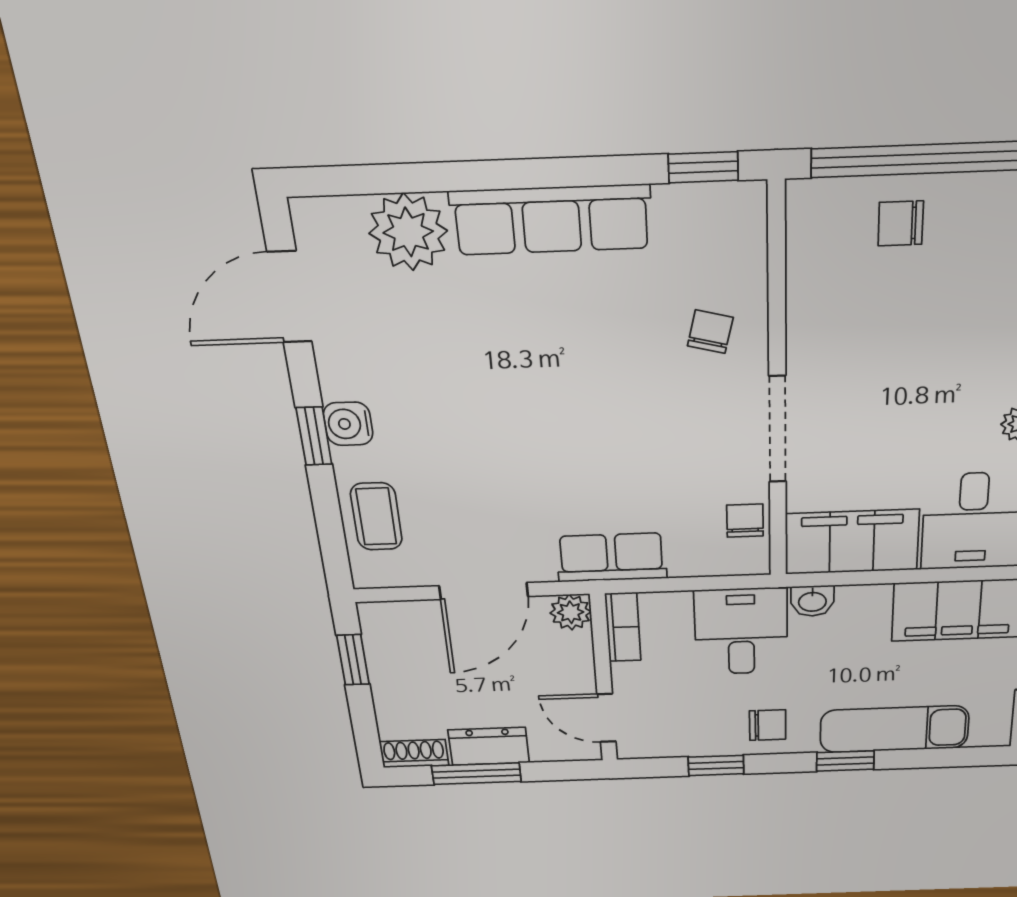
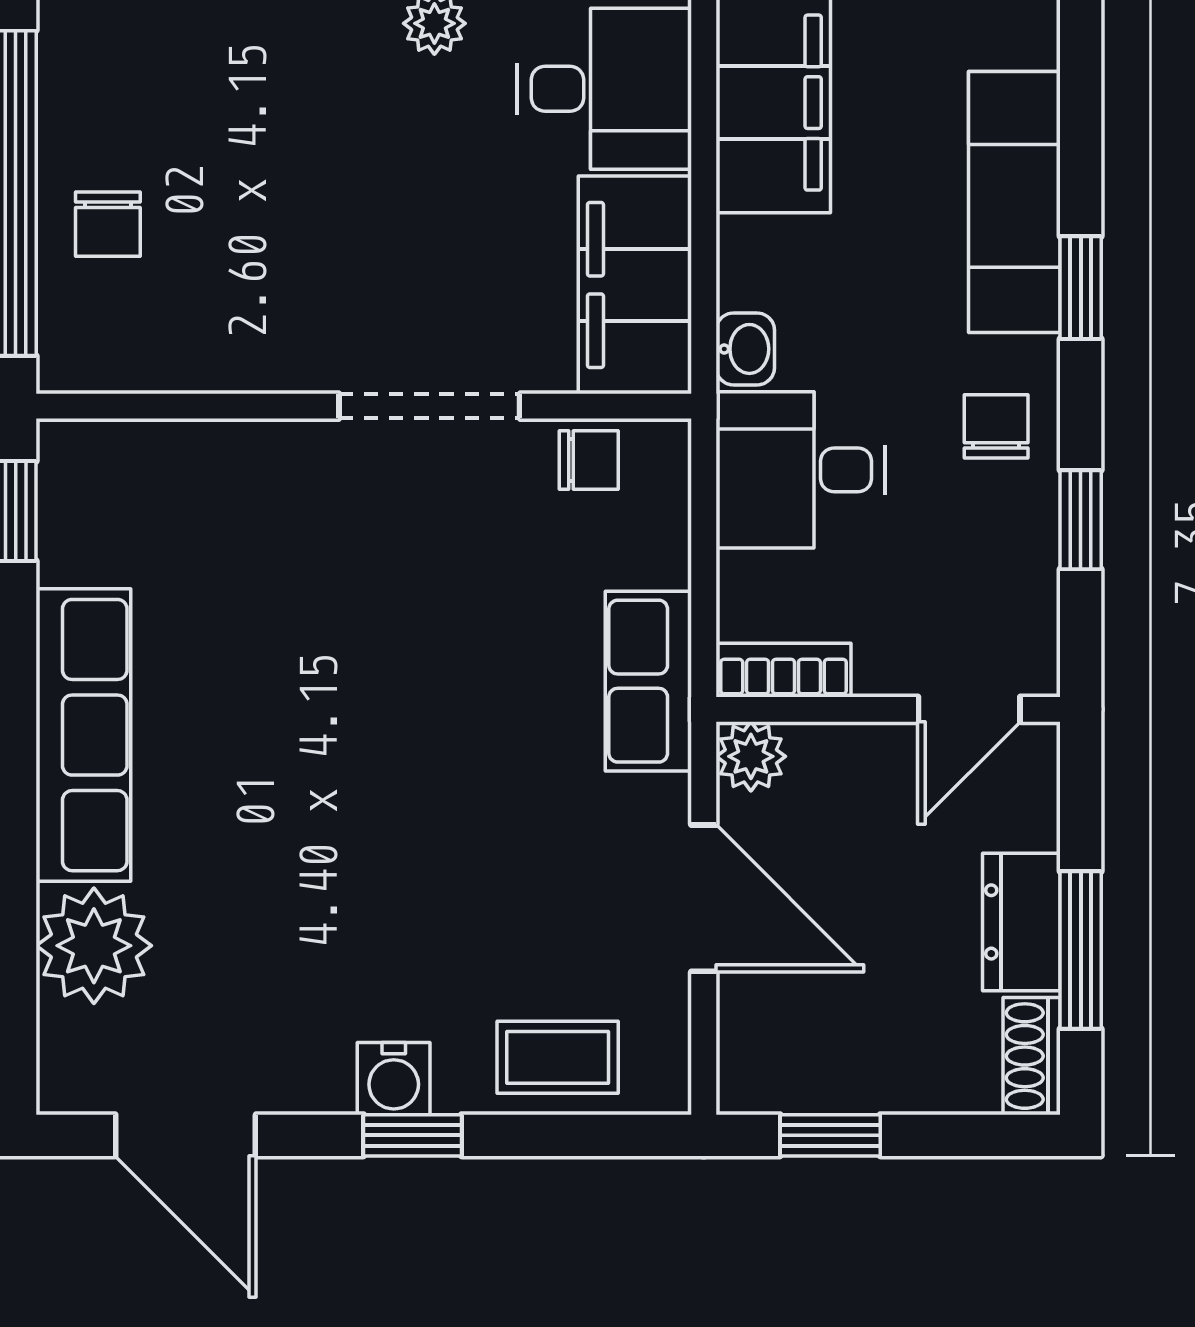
chair: (710, 332) -> (264, 508), removed
chair: (745, 521) -> (589, 460), turned 180

